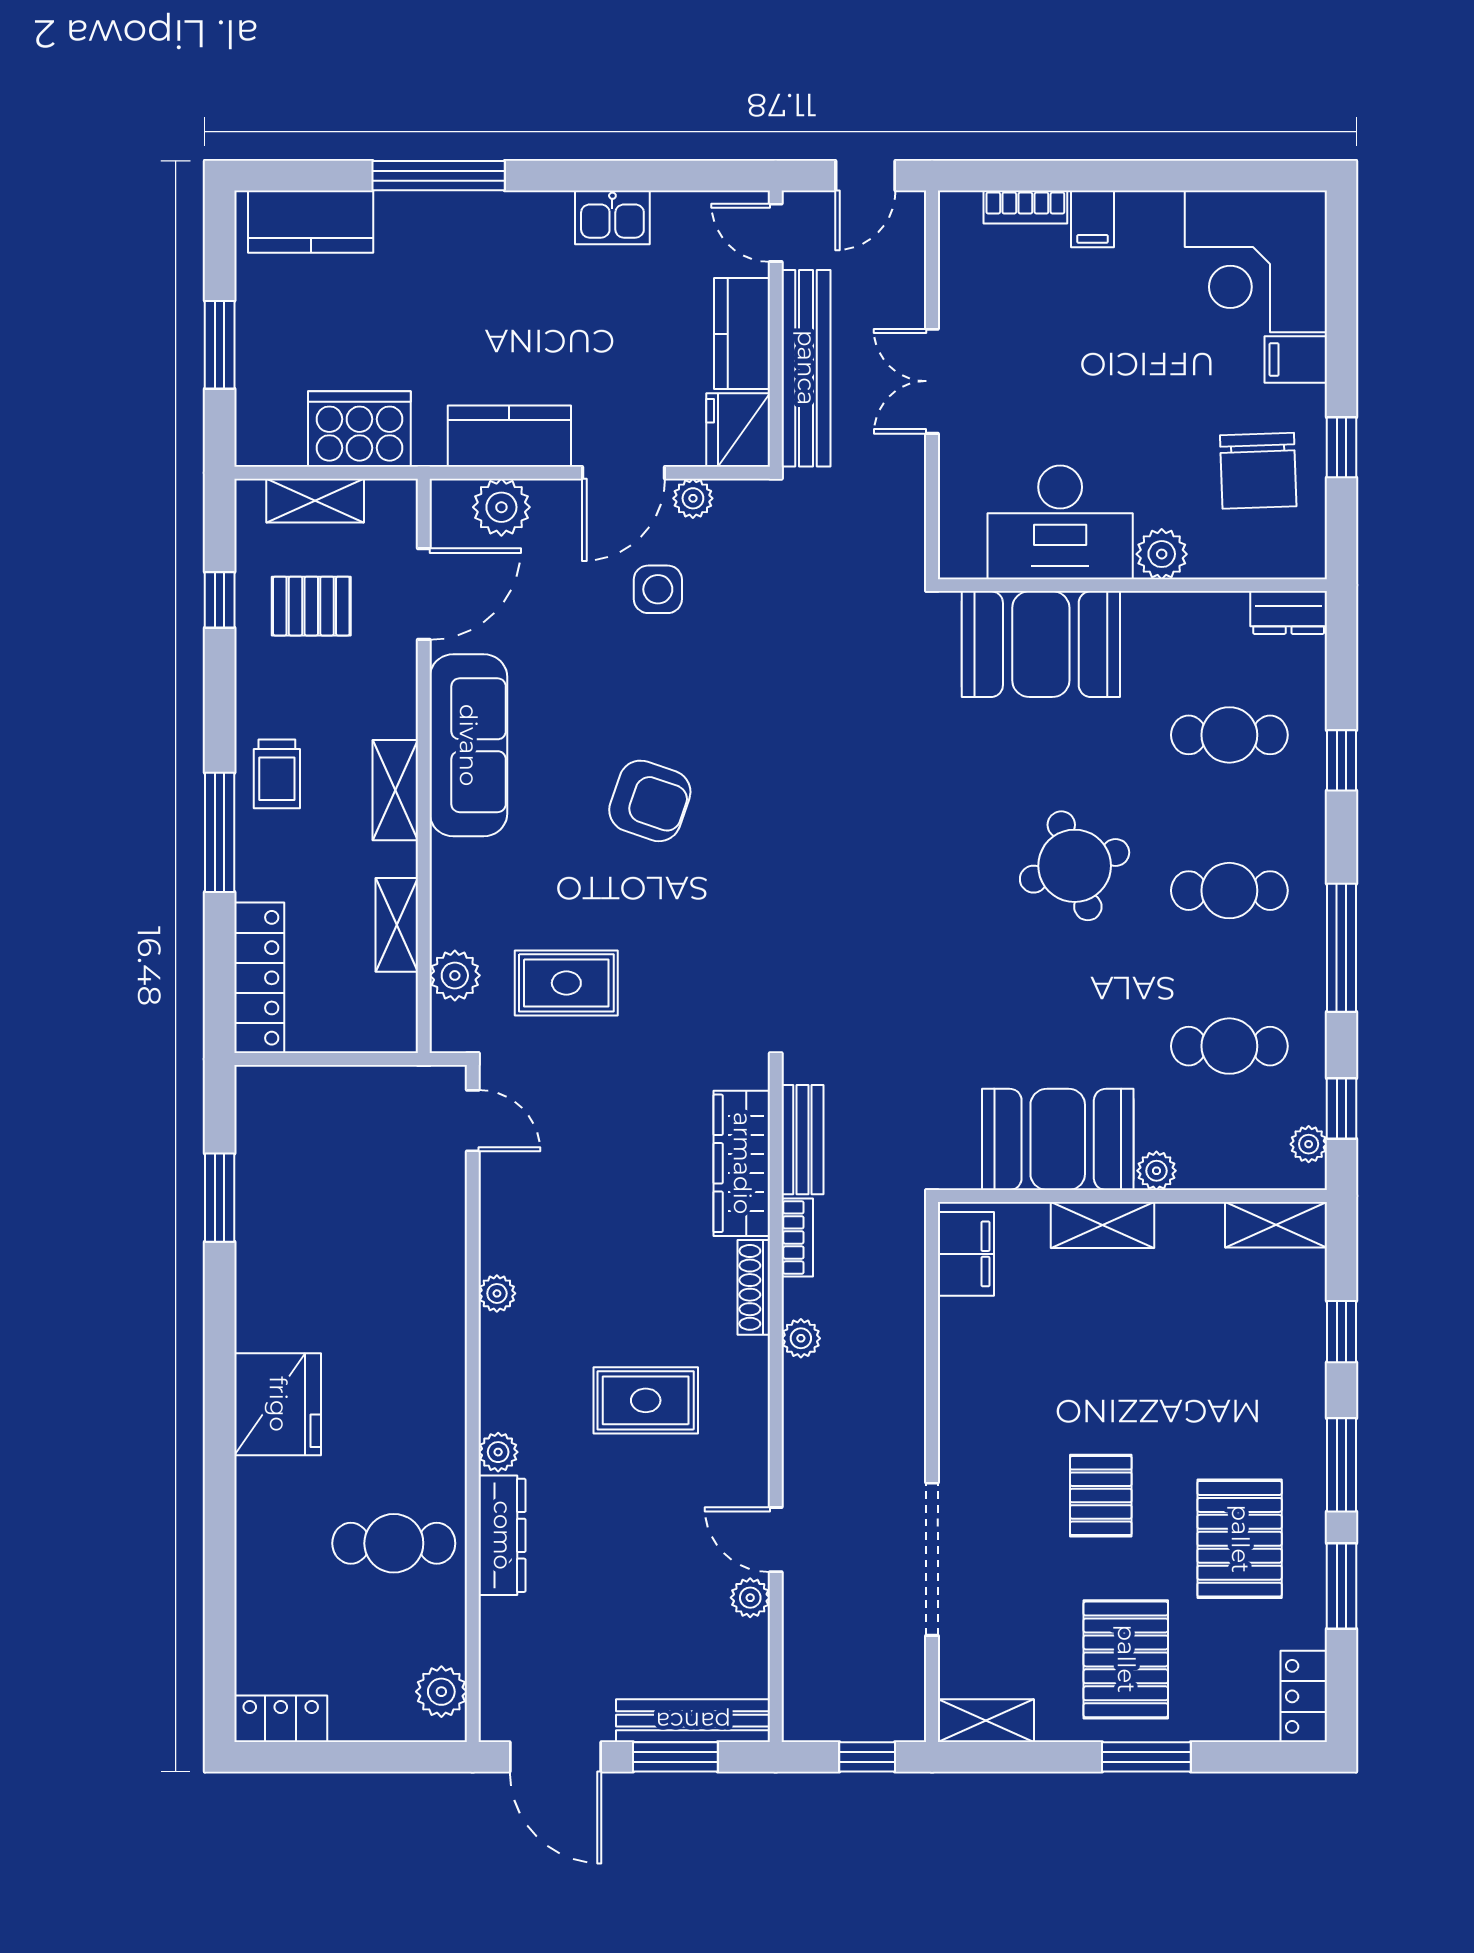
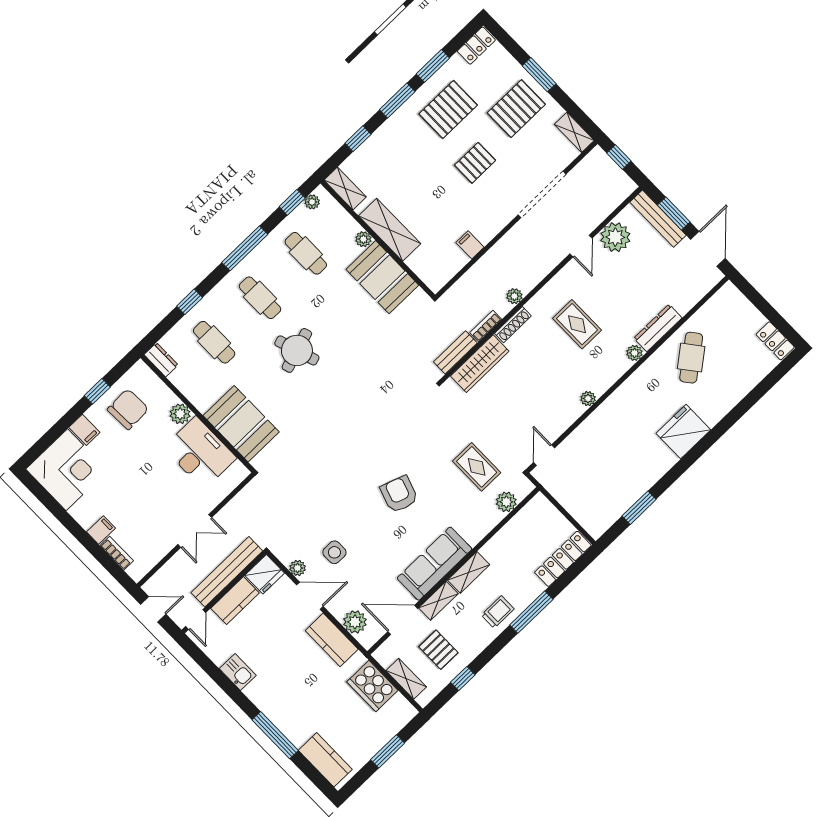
shelving: (397, 925) -> (438, 601), moved
shelving: (1103, 1225) -> (390, 230), width x1.50, depth x1.33
filing cabinet: (966, 1254) -> (470, 245), moved, width x0.50
cafe table: (394, 1543) -> (691, 358), turned 52
plant: (750, 1598) -> (615, 237), width x1.87, depth x1.87
plant: (441, 1692) -> (721, 301), removed

